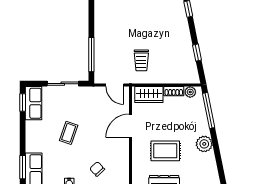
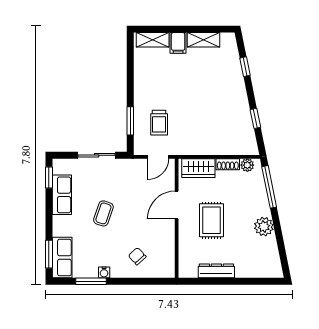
window: (91, 55) -> (130, 121), width x0.69
trolley: (141, 60) -> (159, 123), moved
door: (115, 85) -> (158, 157), hinge flipped
row of seats: (33, 103) -> (62, 195), moved
rug: (165, 151) -> (211, 220), moved, turned 90

